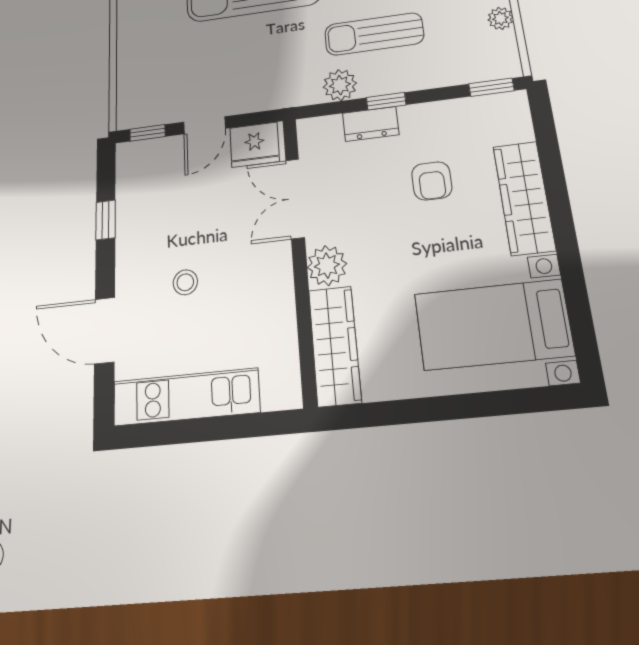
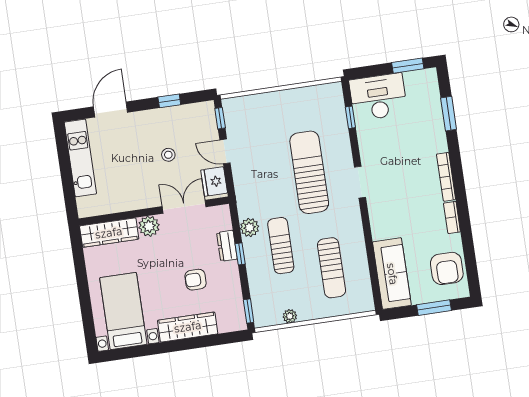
stool: (185, 282) -> (168, 155), moved

